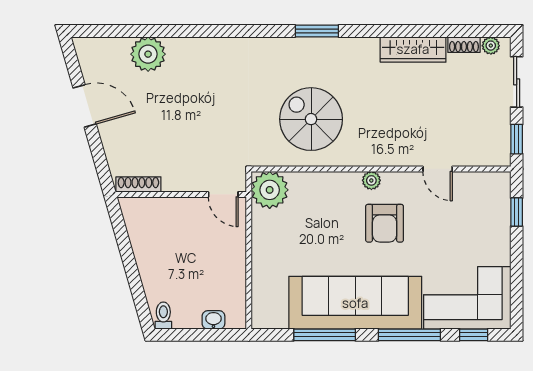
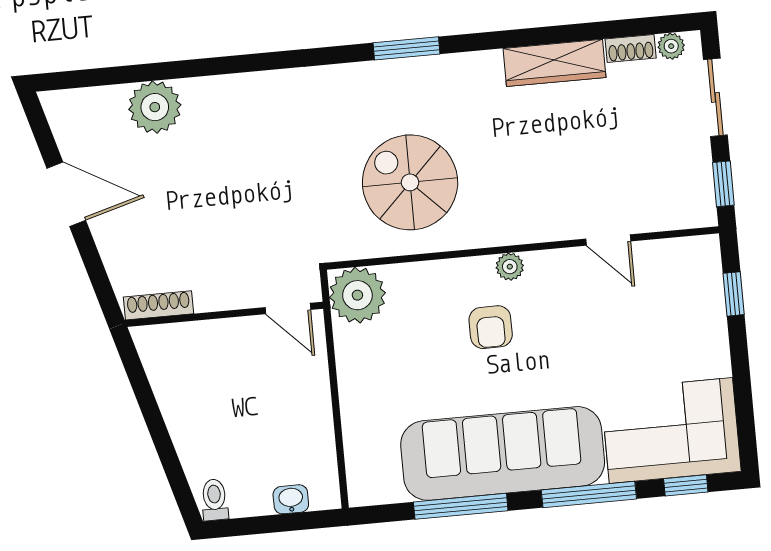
armchair: (385, 223) -> (491, 327), moved, width x0.72, depth x0.72

